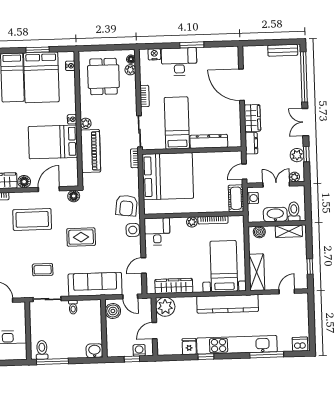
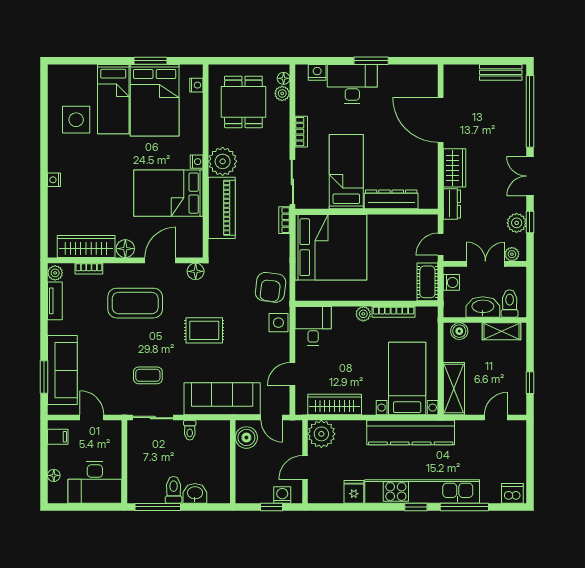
plant: (86, 123) -> (223, 161), width x1.87, depth x1.87
toilet: (42, 350) -> (174, 490), moved
washbasin: (94, 351) -> (195, 493), moved
window: (206, 357) -> (416, 507), moved

